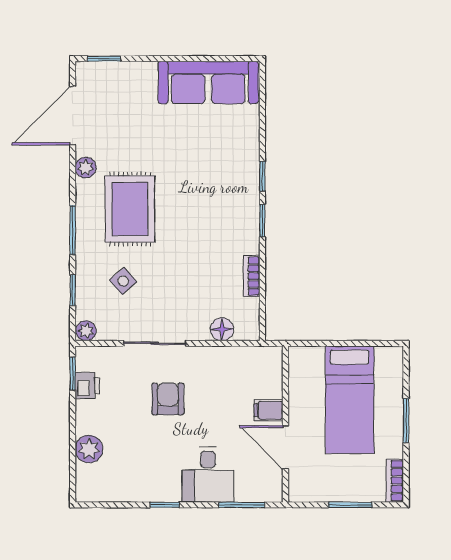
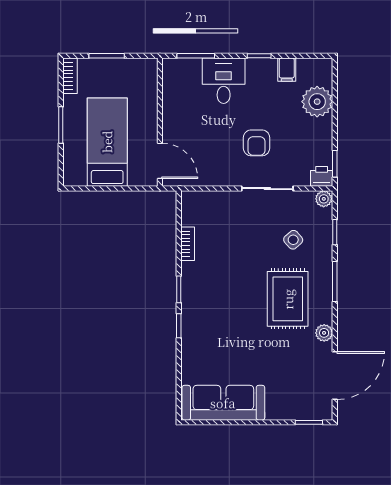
floor lamp: (222, 329) -> (212, 200), removed
printer: (87, 386) -> (322, 176), moved, turned 90
filing cabinet: (269, 410) -> (287, 70), moved, turned 90
door: (285, 447) -> (160, 161), moved
plant: (89, 449) -> (317, 102), width x1.36, depth x1.36

